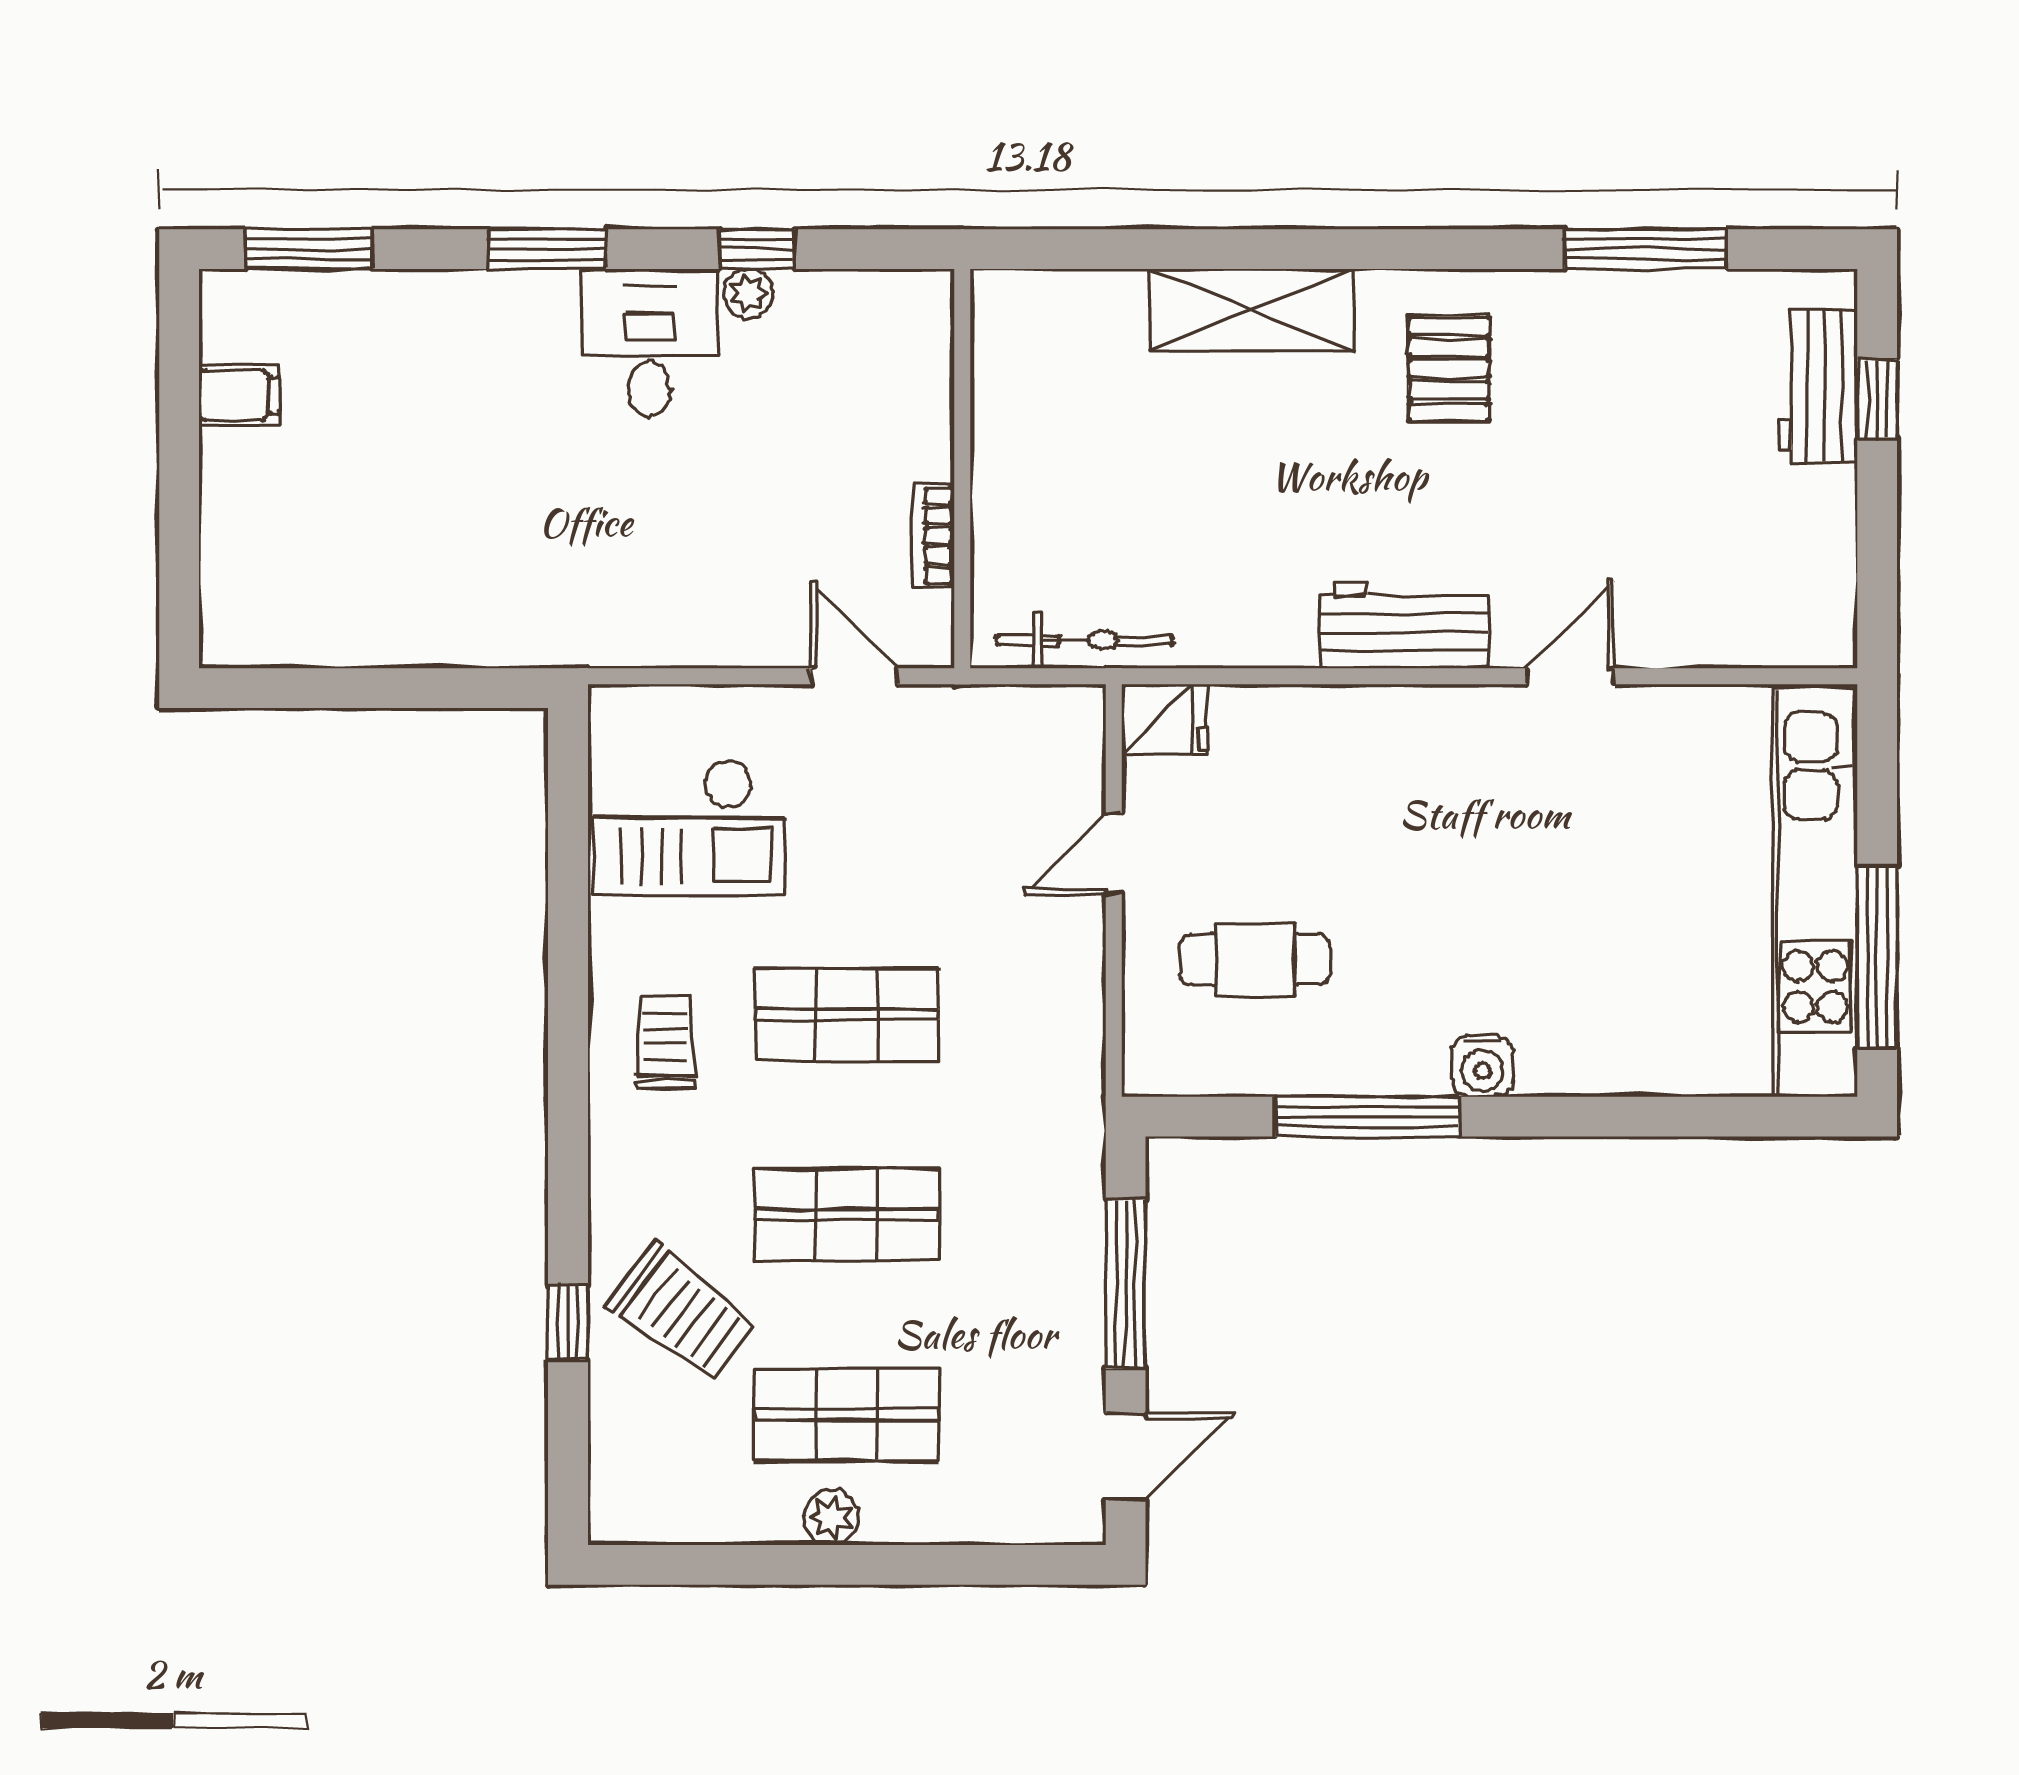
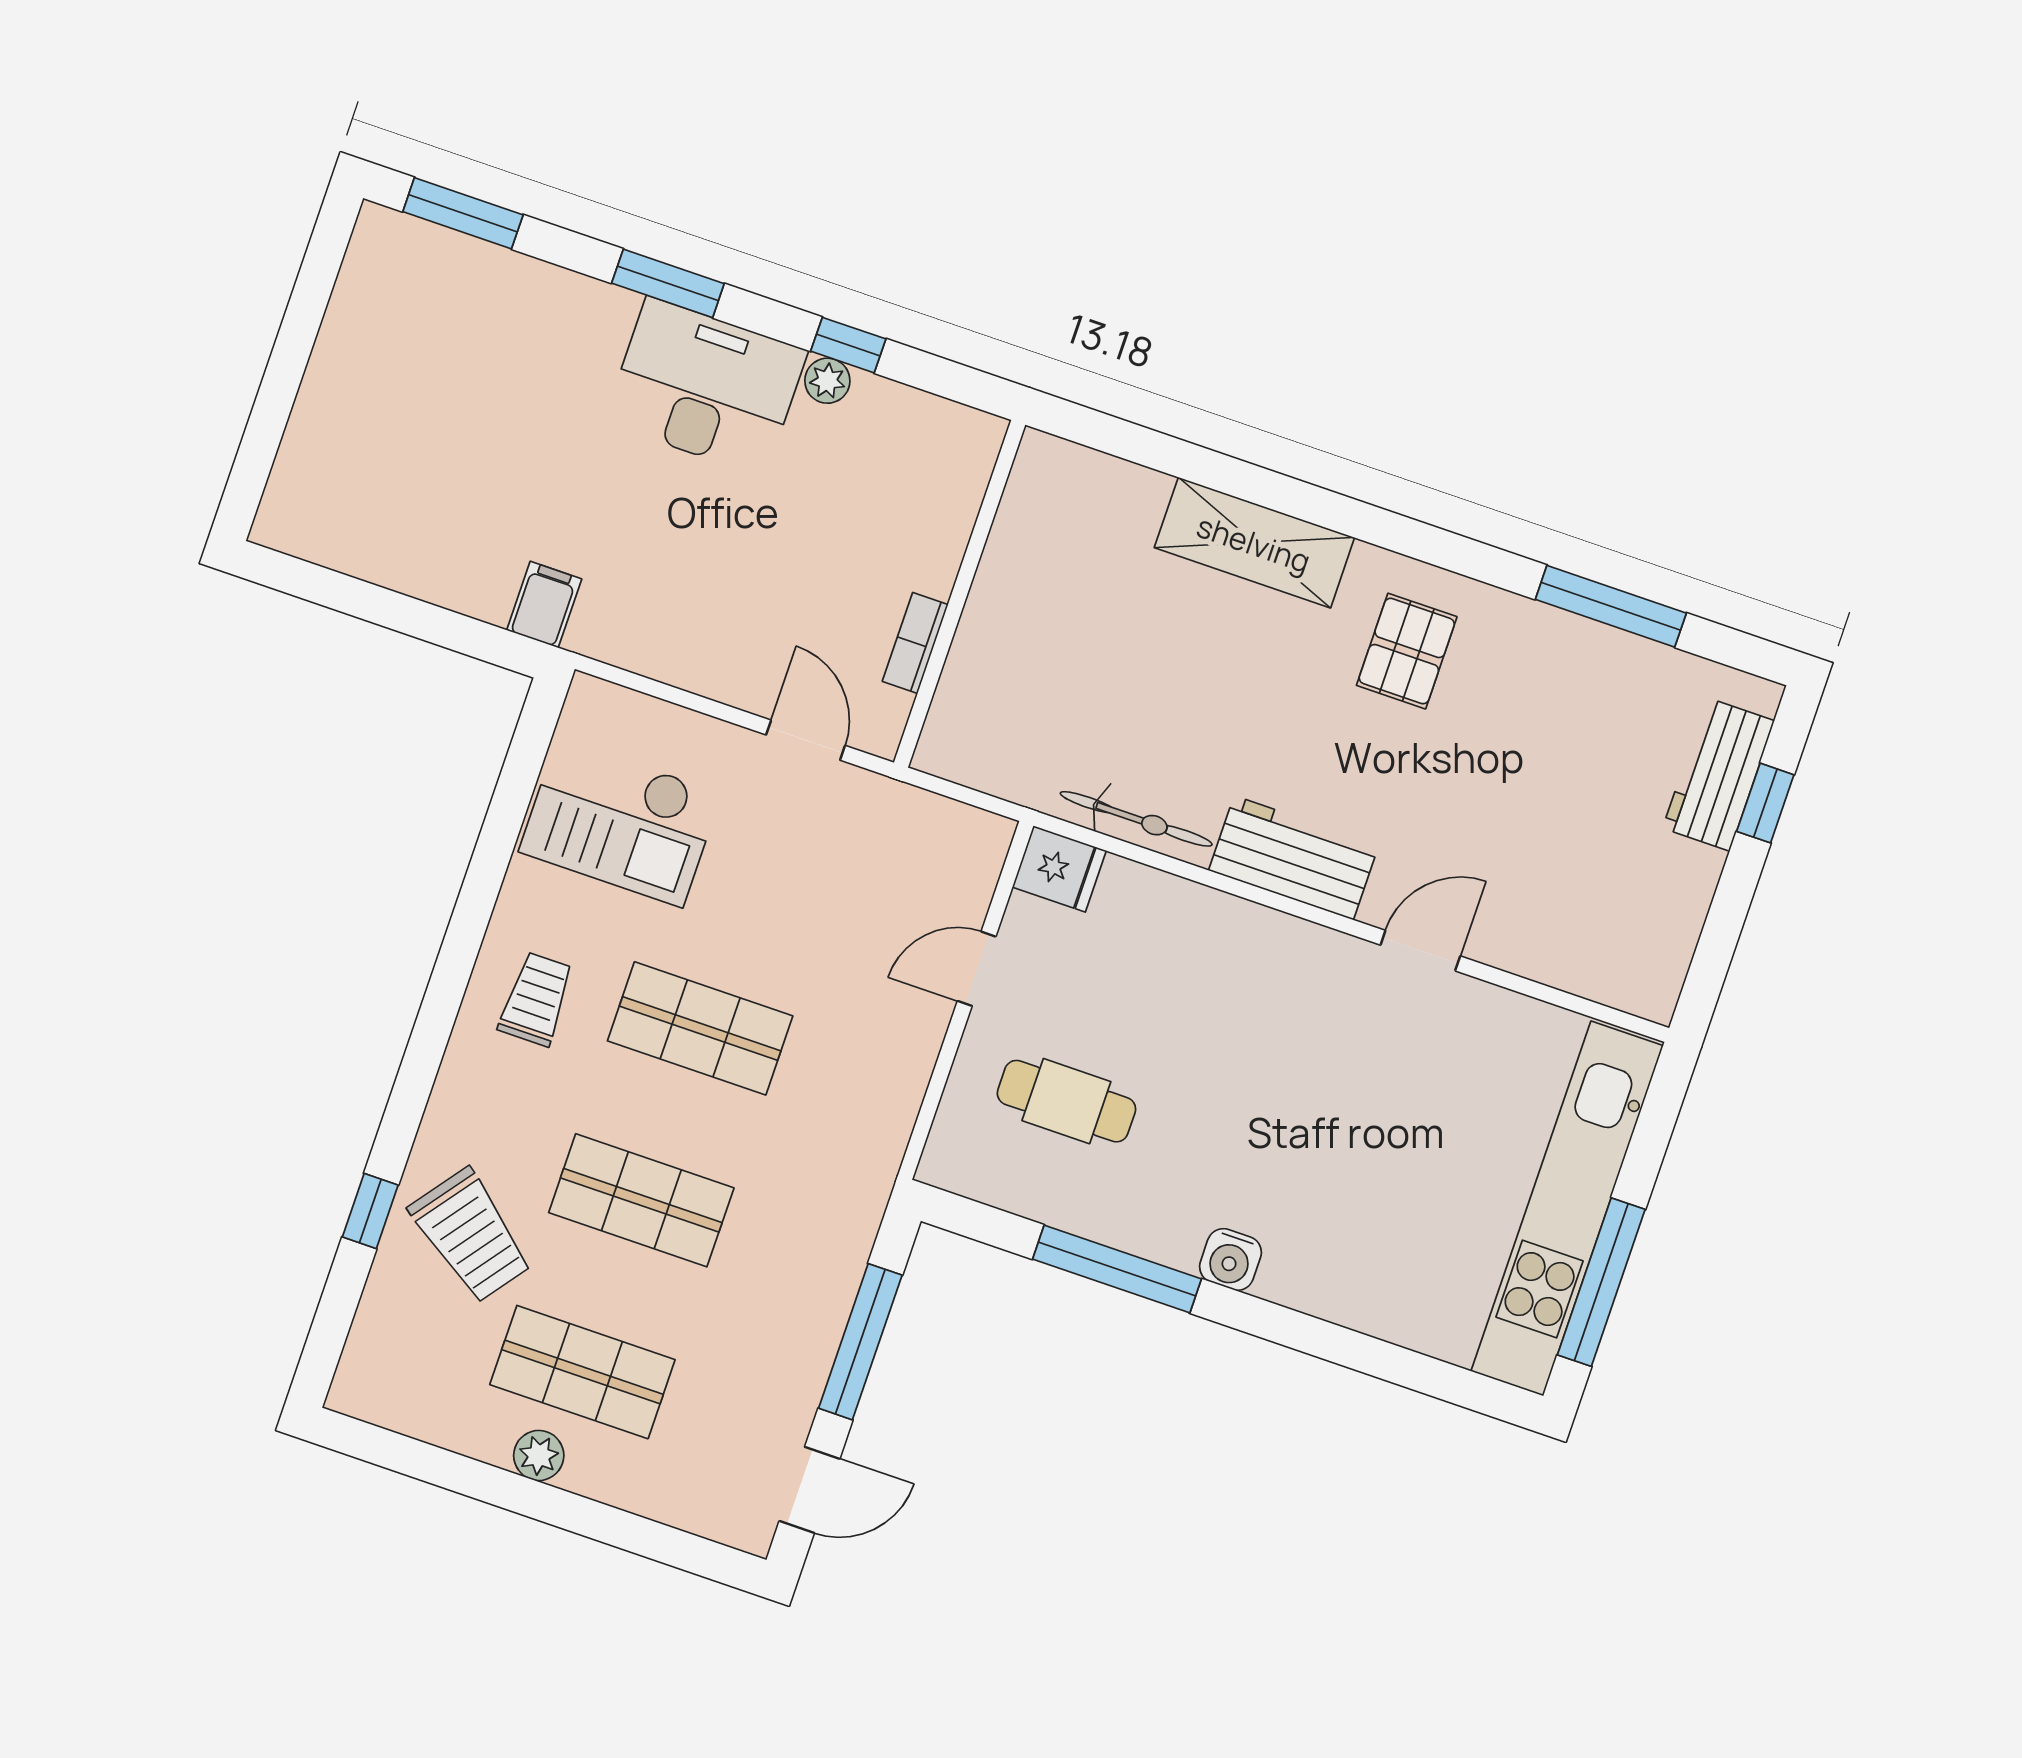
desk: (649, 343) -> (706, 387), width x1.37
filing cabinet: (239, 395) -> (544, 605), moved, turned -90
bicycle: (1085, 640) -> (1136, 819), moved

